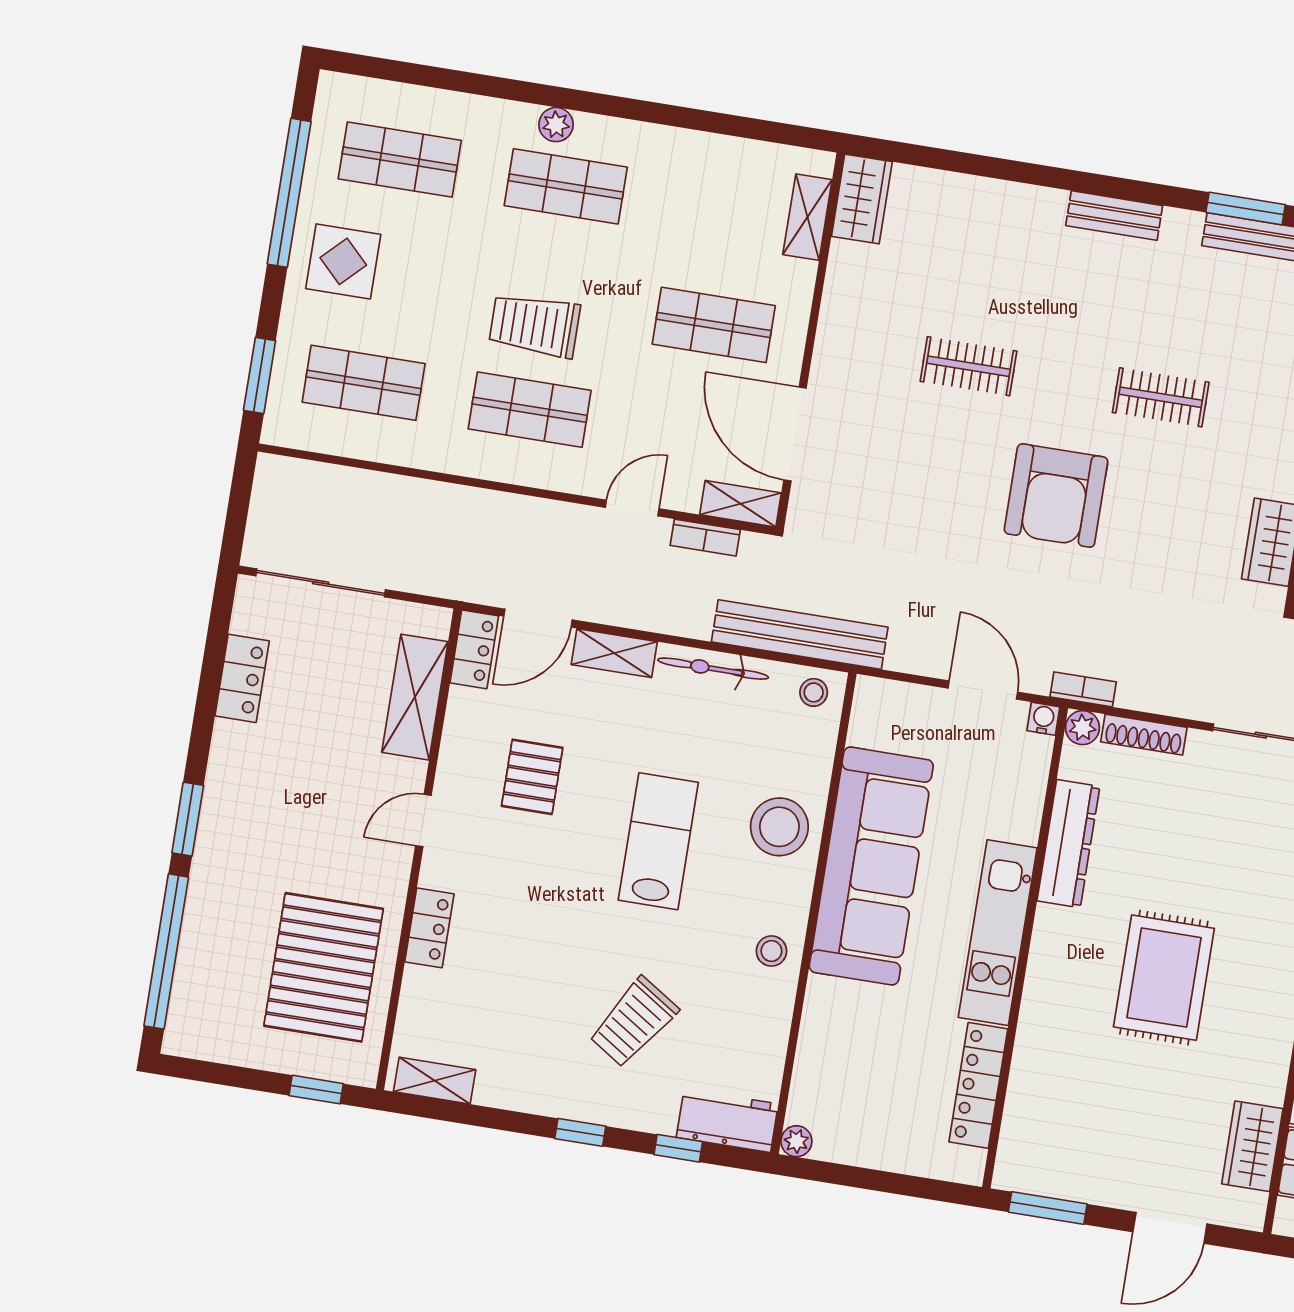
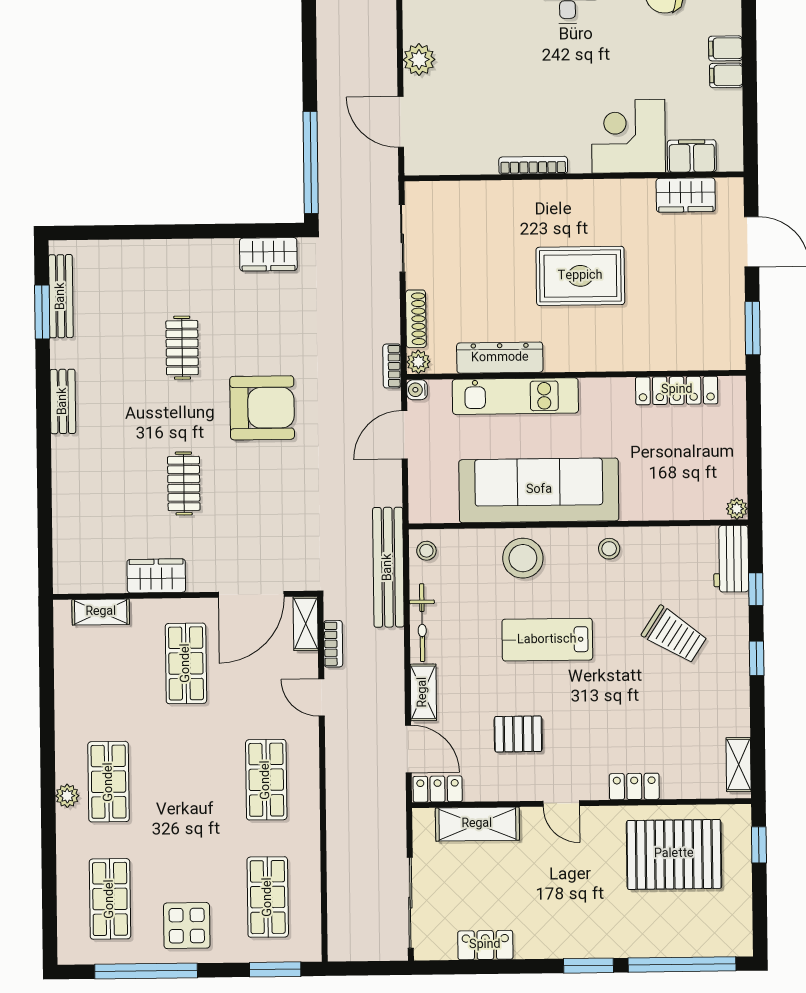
wardrobe: (862, 199) -> (156, 576), moved
trolley: (535, 325) -> (208, 786), removed
kitchen unit: (998, 933) -> (515, 396), moved

